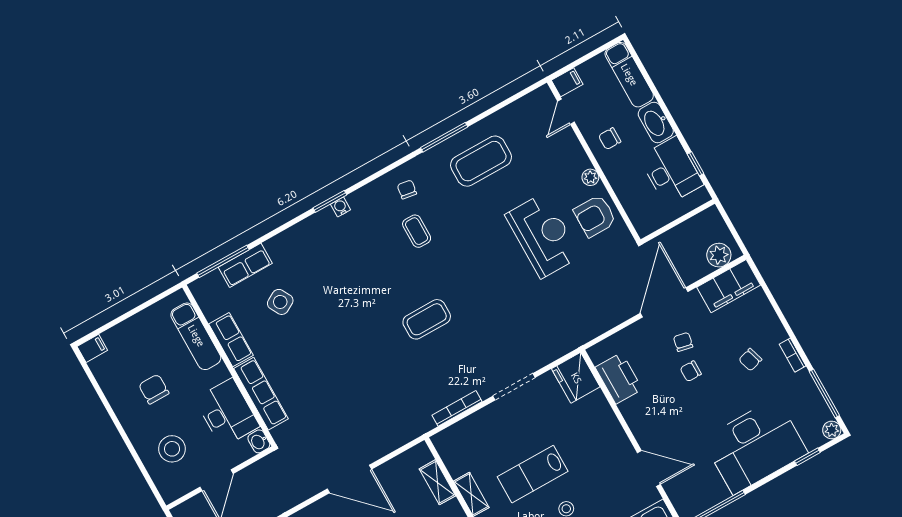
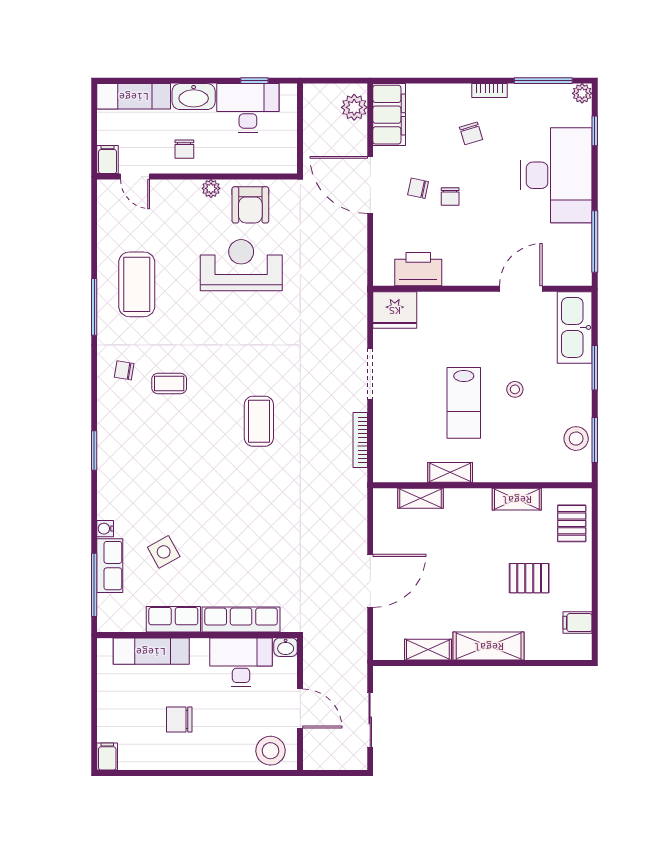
water cooler: (341, 207) -> (105, 529), moved
stool: (172, 449) -> (270, 751), moved

